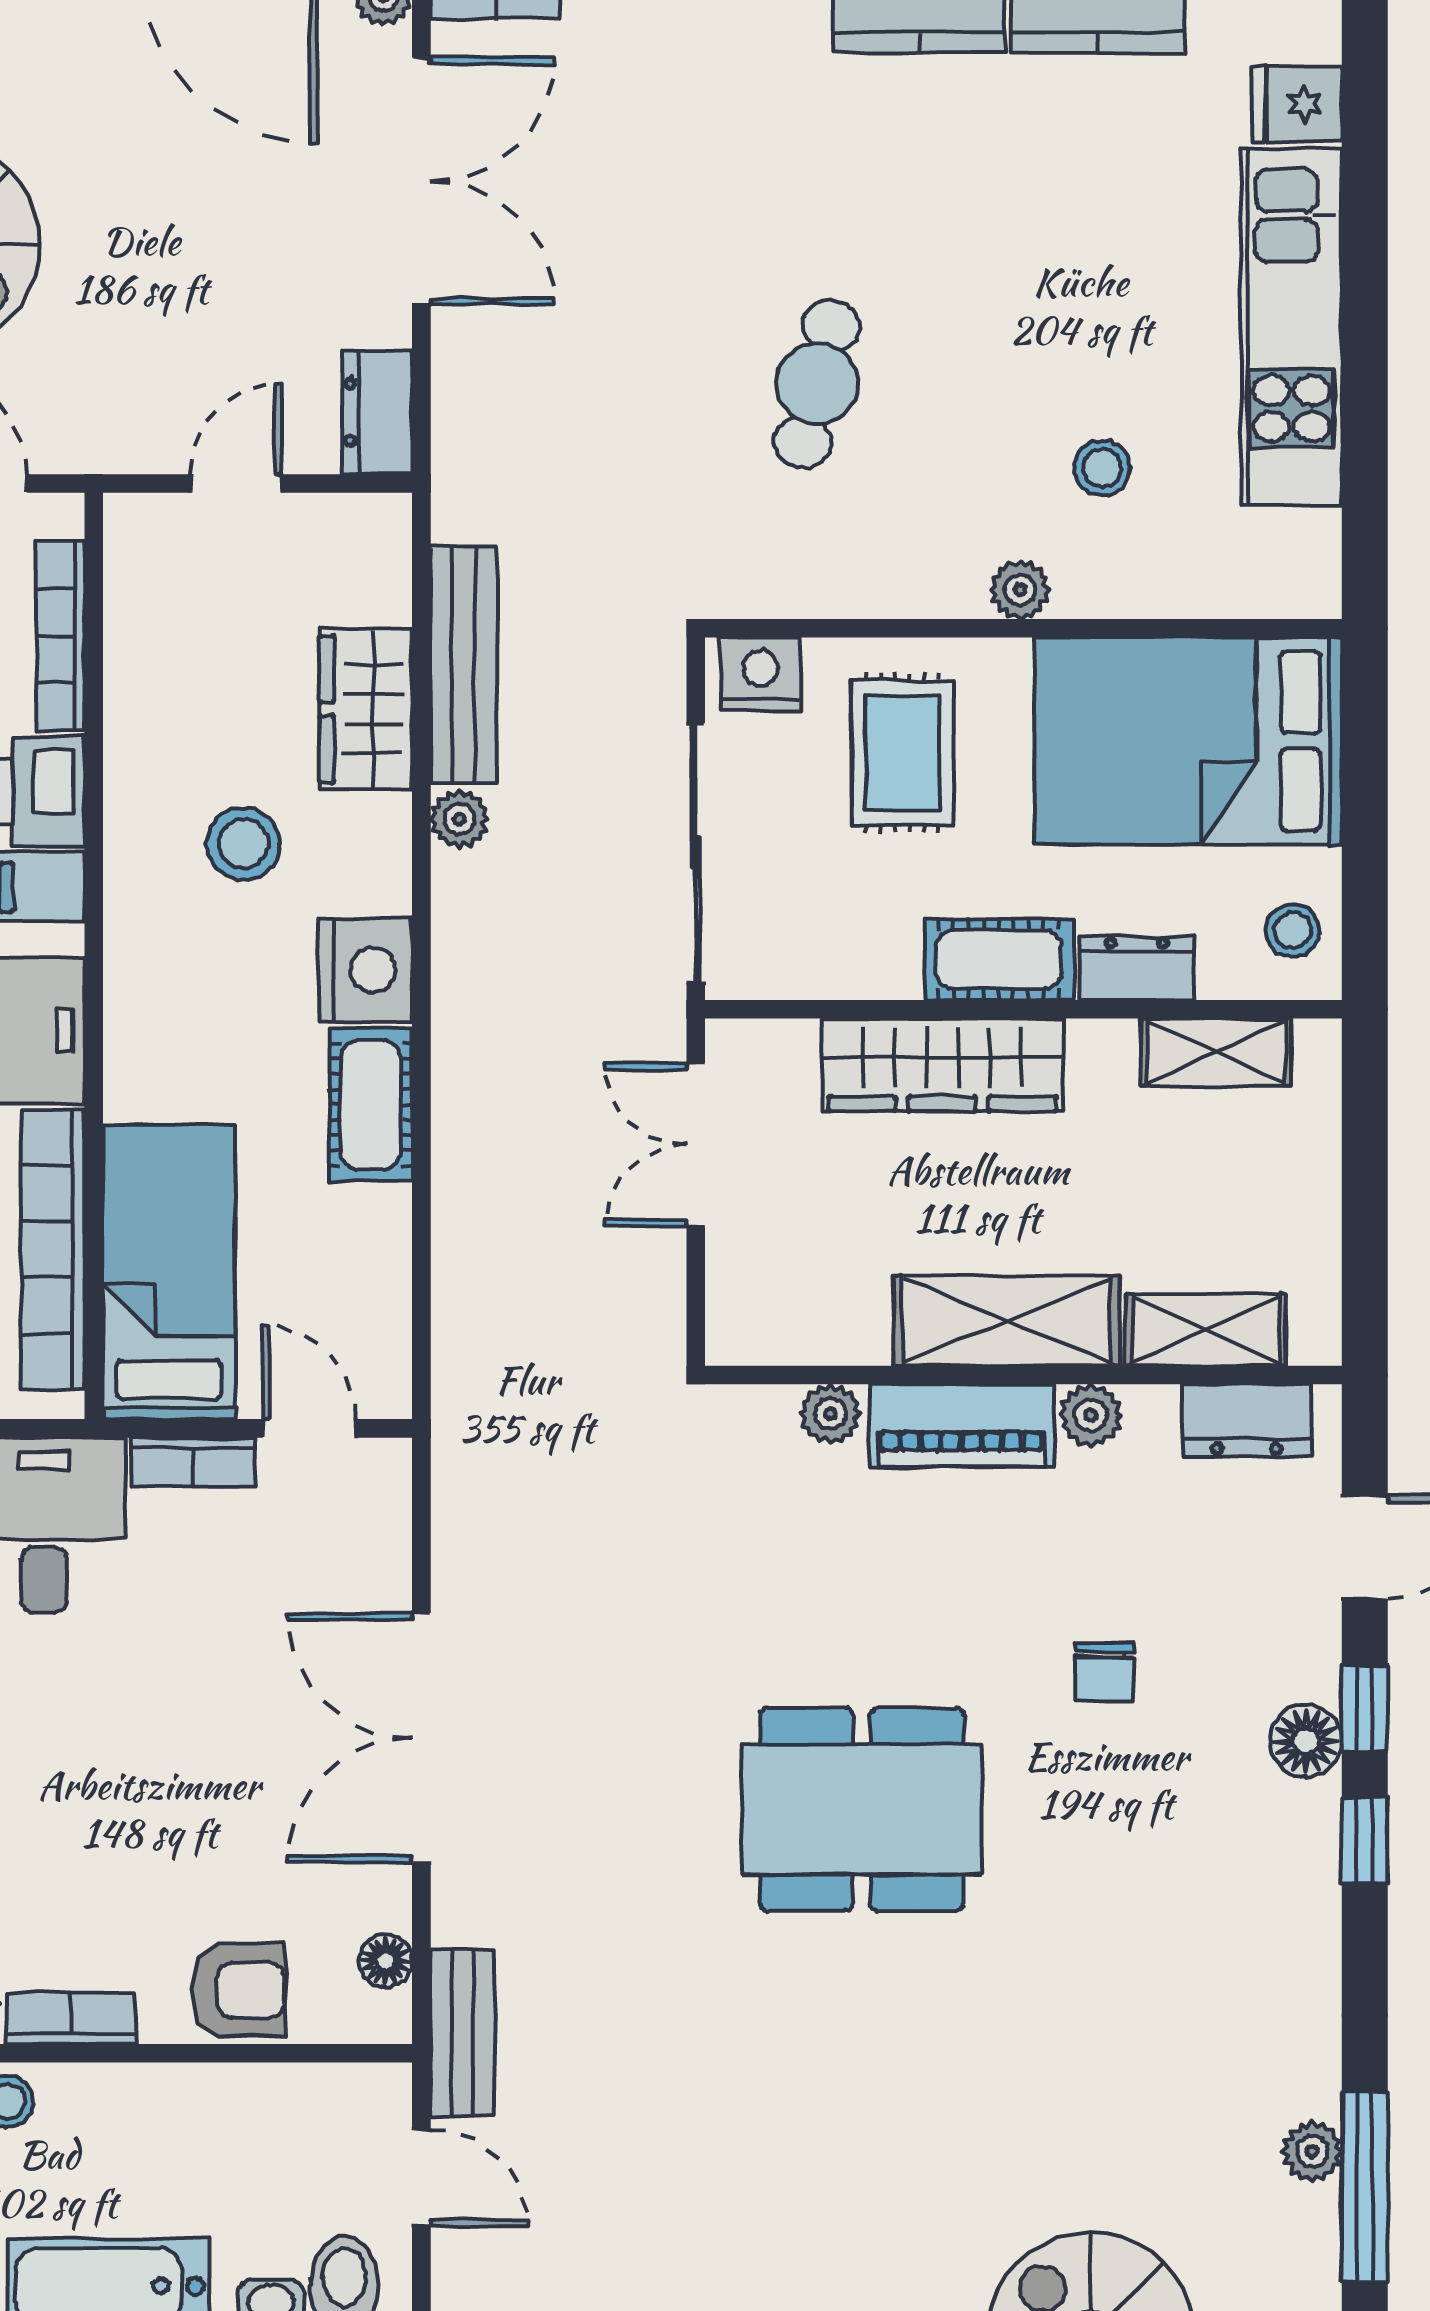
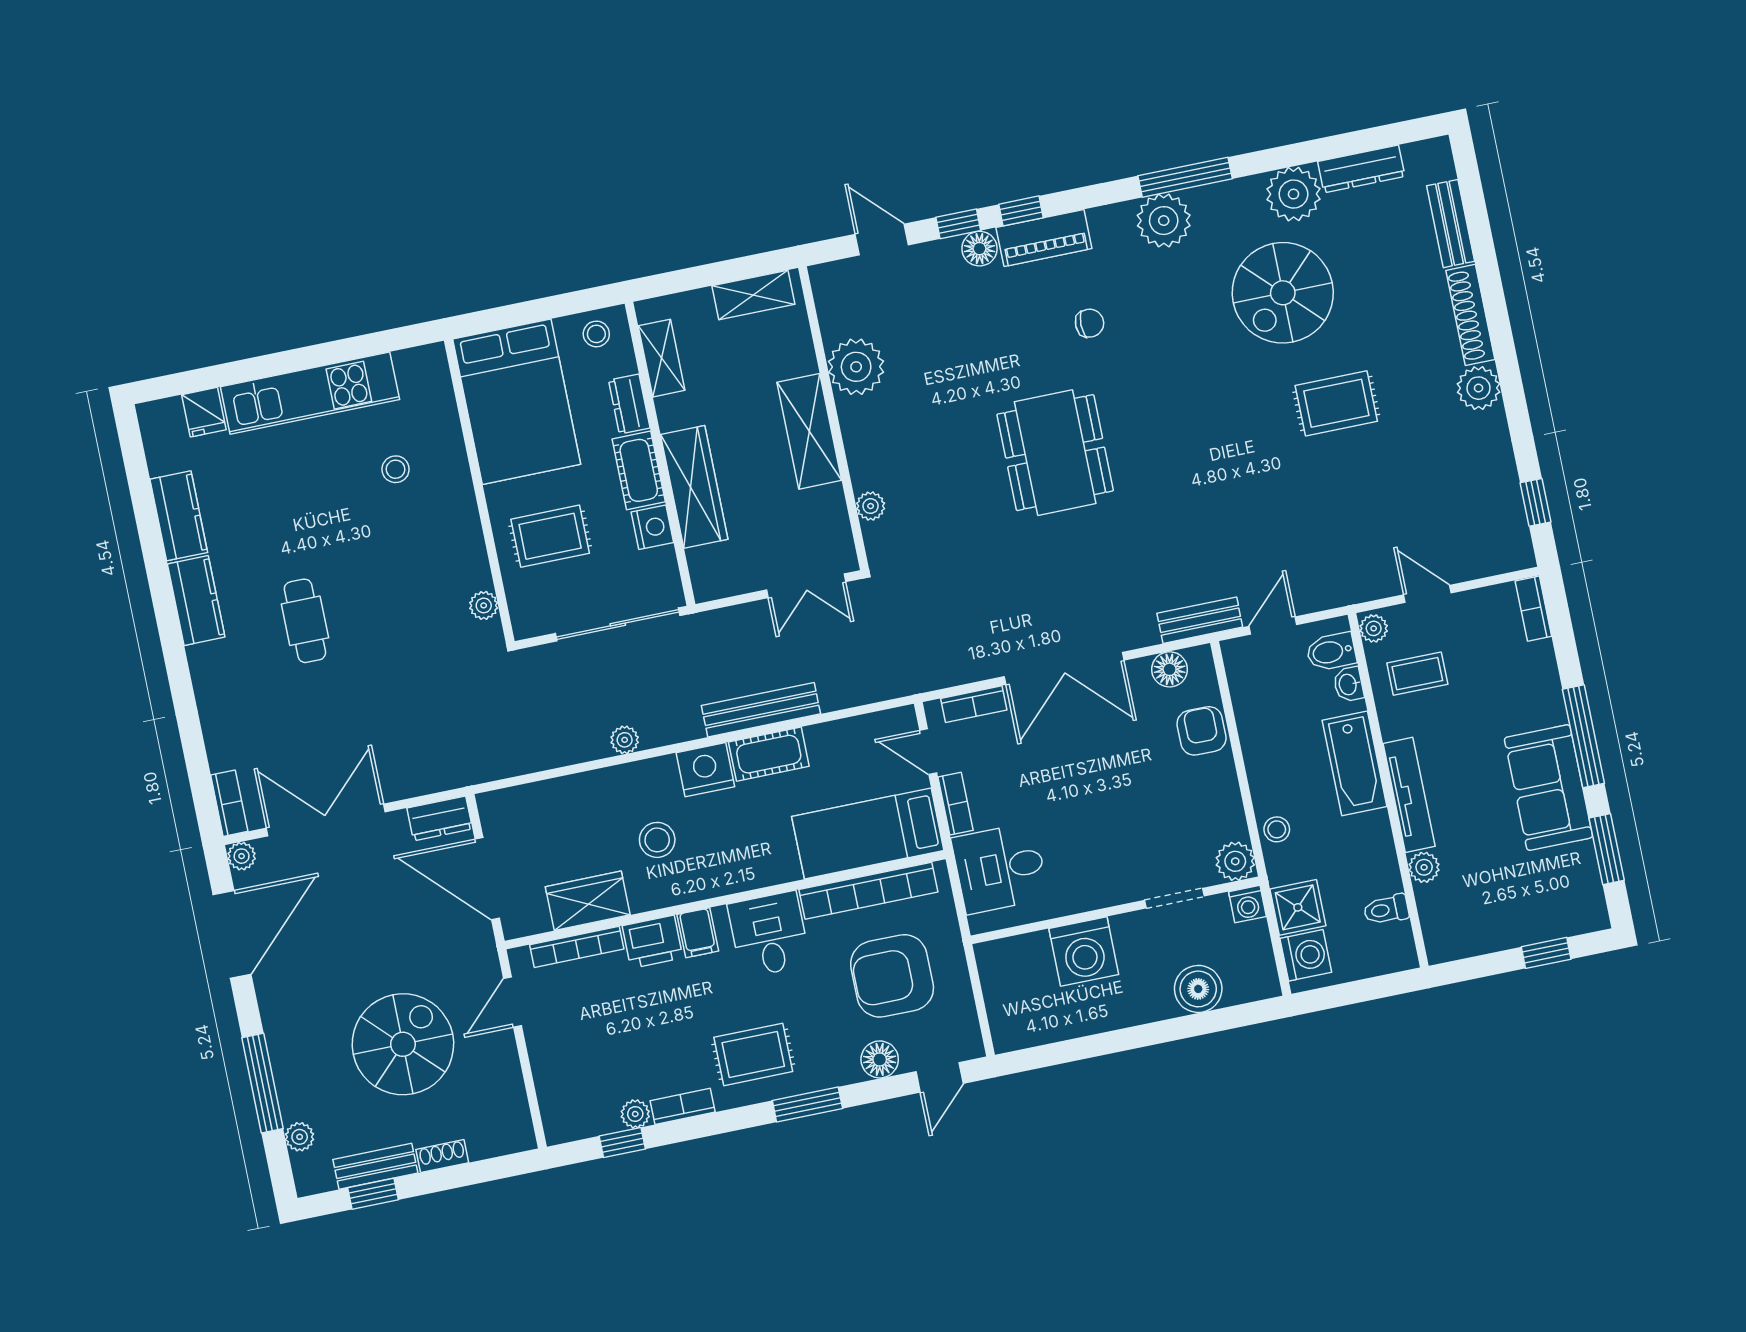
cafe table: (817, 384) -> (305, 621), moved, turned 76
door: (236, 483) -> (487, 879), width x1.87
plant: (1020, 590) -> (484, 605), moved
bench: (464, 665) -> (761, 710), moved
nightstand: (760, 674) -> (652, 527), moved, turned 180
wardrobe: (366, 709) -> (588, 901), moved, turned 180
double door: (696, 1145) -> (806, 586), moved
shelving: (1206, 1330) -> (753, 295), moved, turned 90
plant: (1091, 1415) -> (856, 367), width x1.87, depth x1.87
dresser: (1247, 1420) -> (833, 308), removed
piano: (961, 1426) -> (1044, 238), moved, turned 90
door: (310, 1428) -> (928, 752), hinge flipped
chair: (1104, 1672) -> (1090, 323), moved
floor lamp: (386, 1961) -> (1170, 669), width x1.37, depth x1.37
bookcase: (71, 2018) -> (974, 704), moved, turned -90
plant: (1312, 2151) -> (1164, 221), width x1.88, depth x1.88

